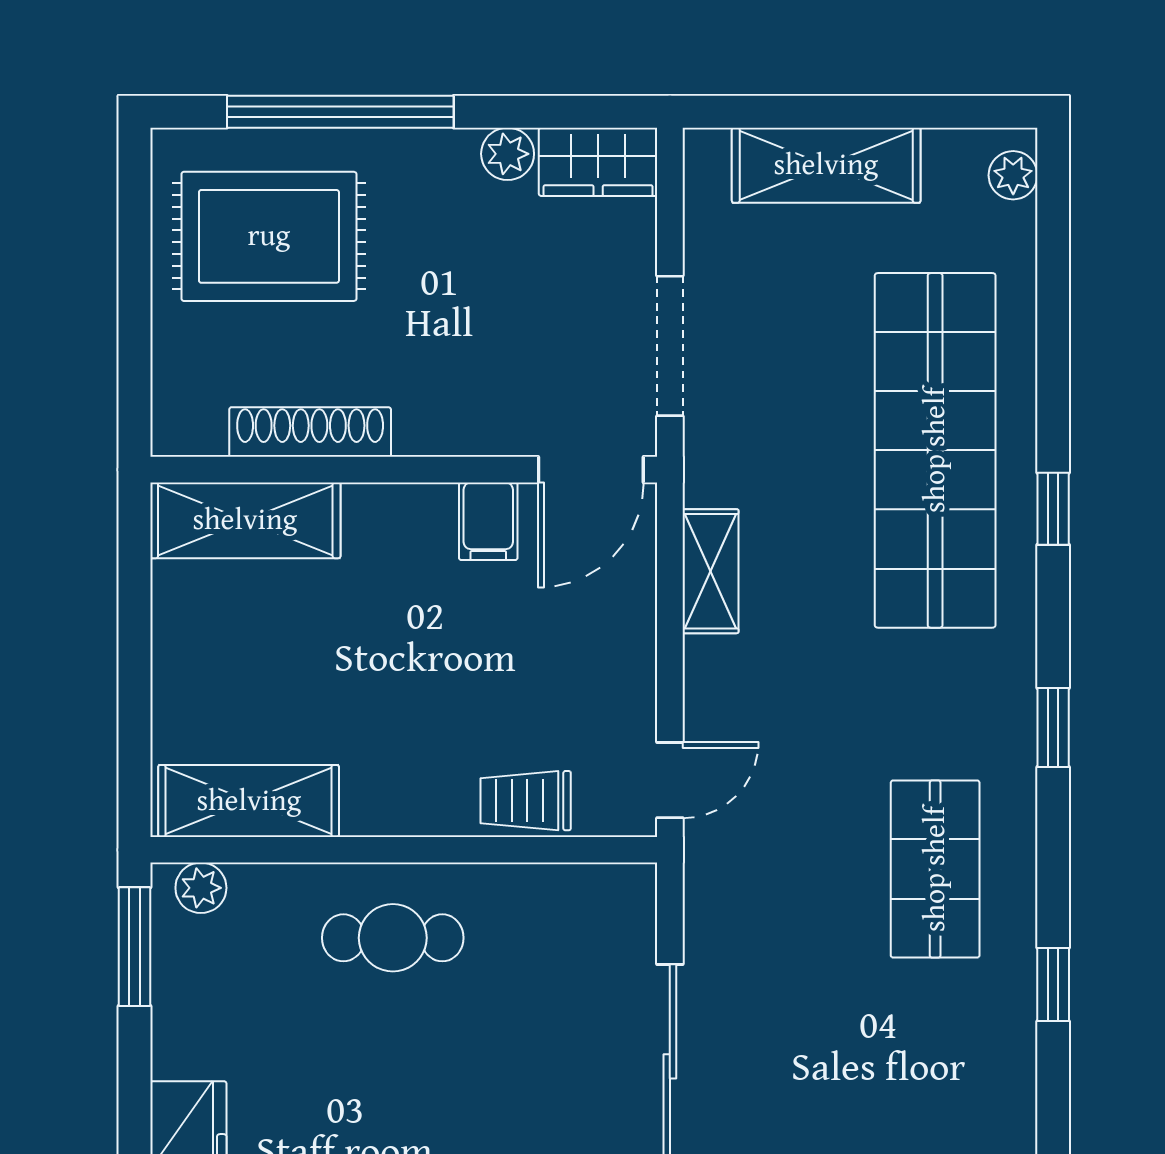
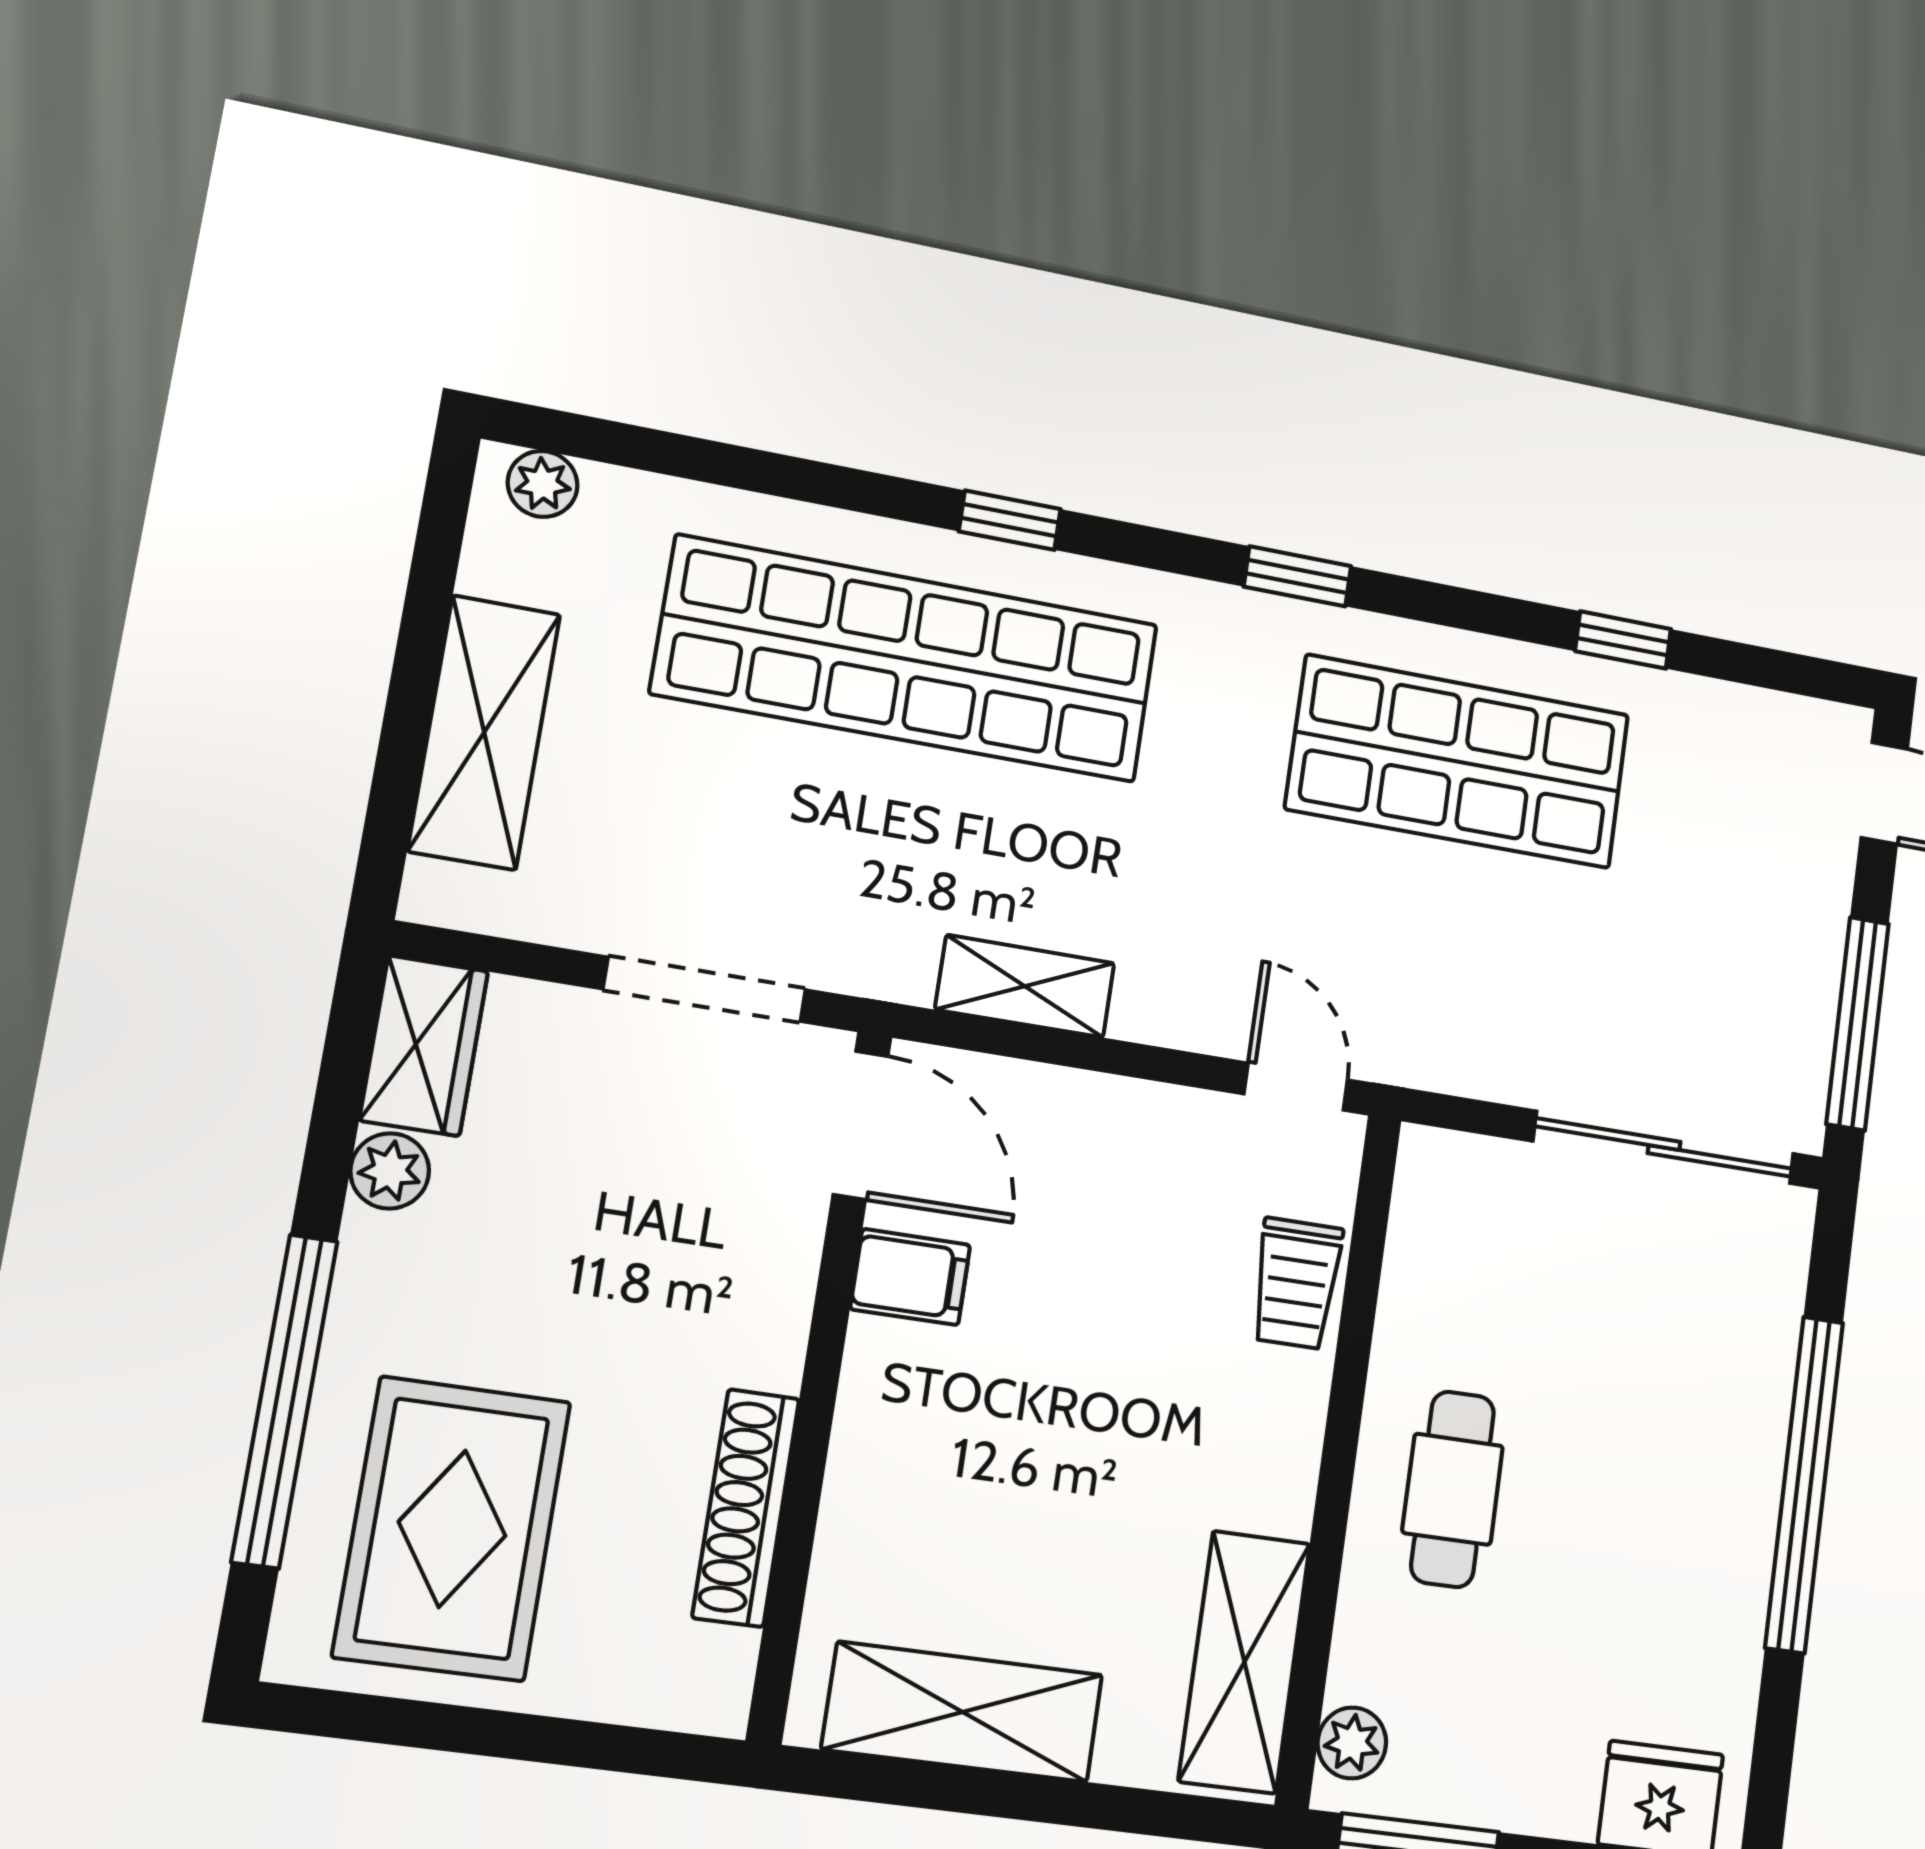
shelving: (245, 520) -> (963, 1712), moved, turned 90
shop shelf: (935, 869) -> (1458, 762), width x1.43, depth x1.36

